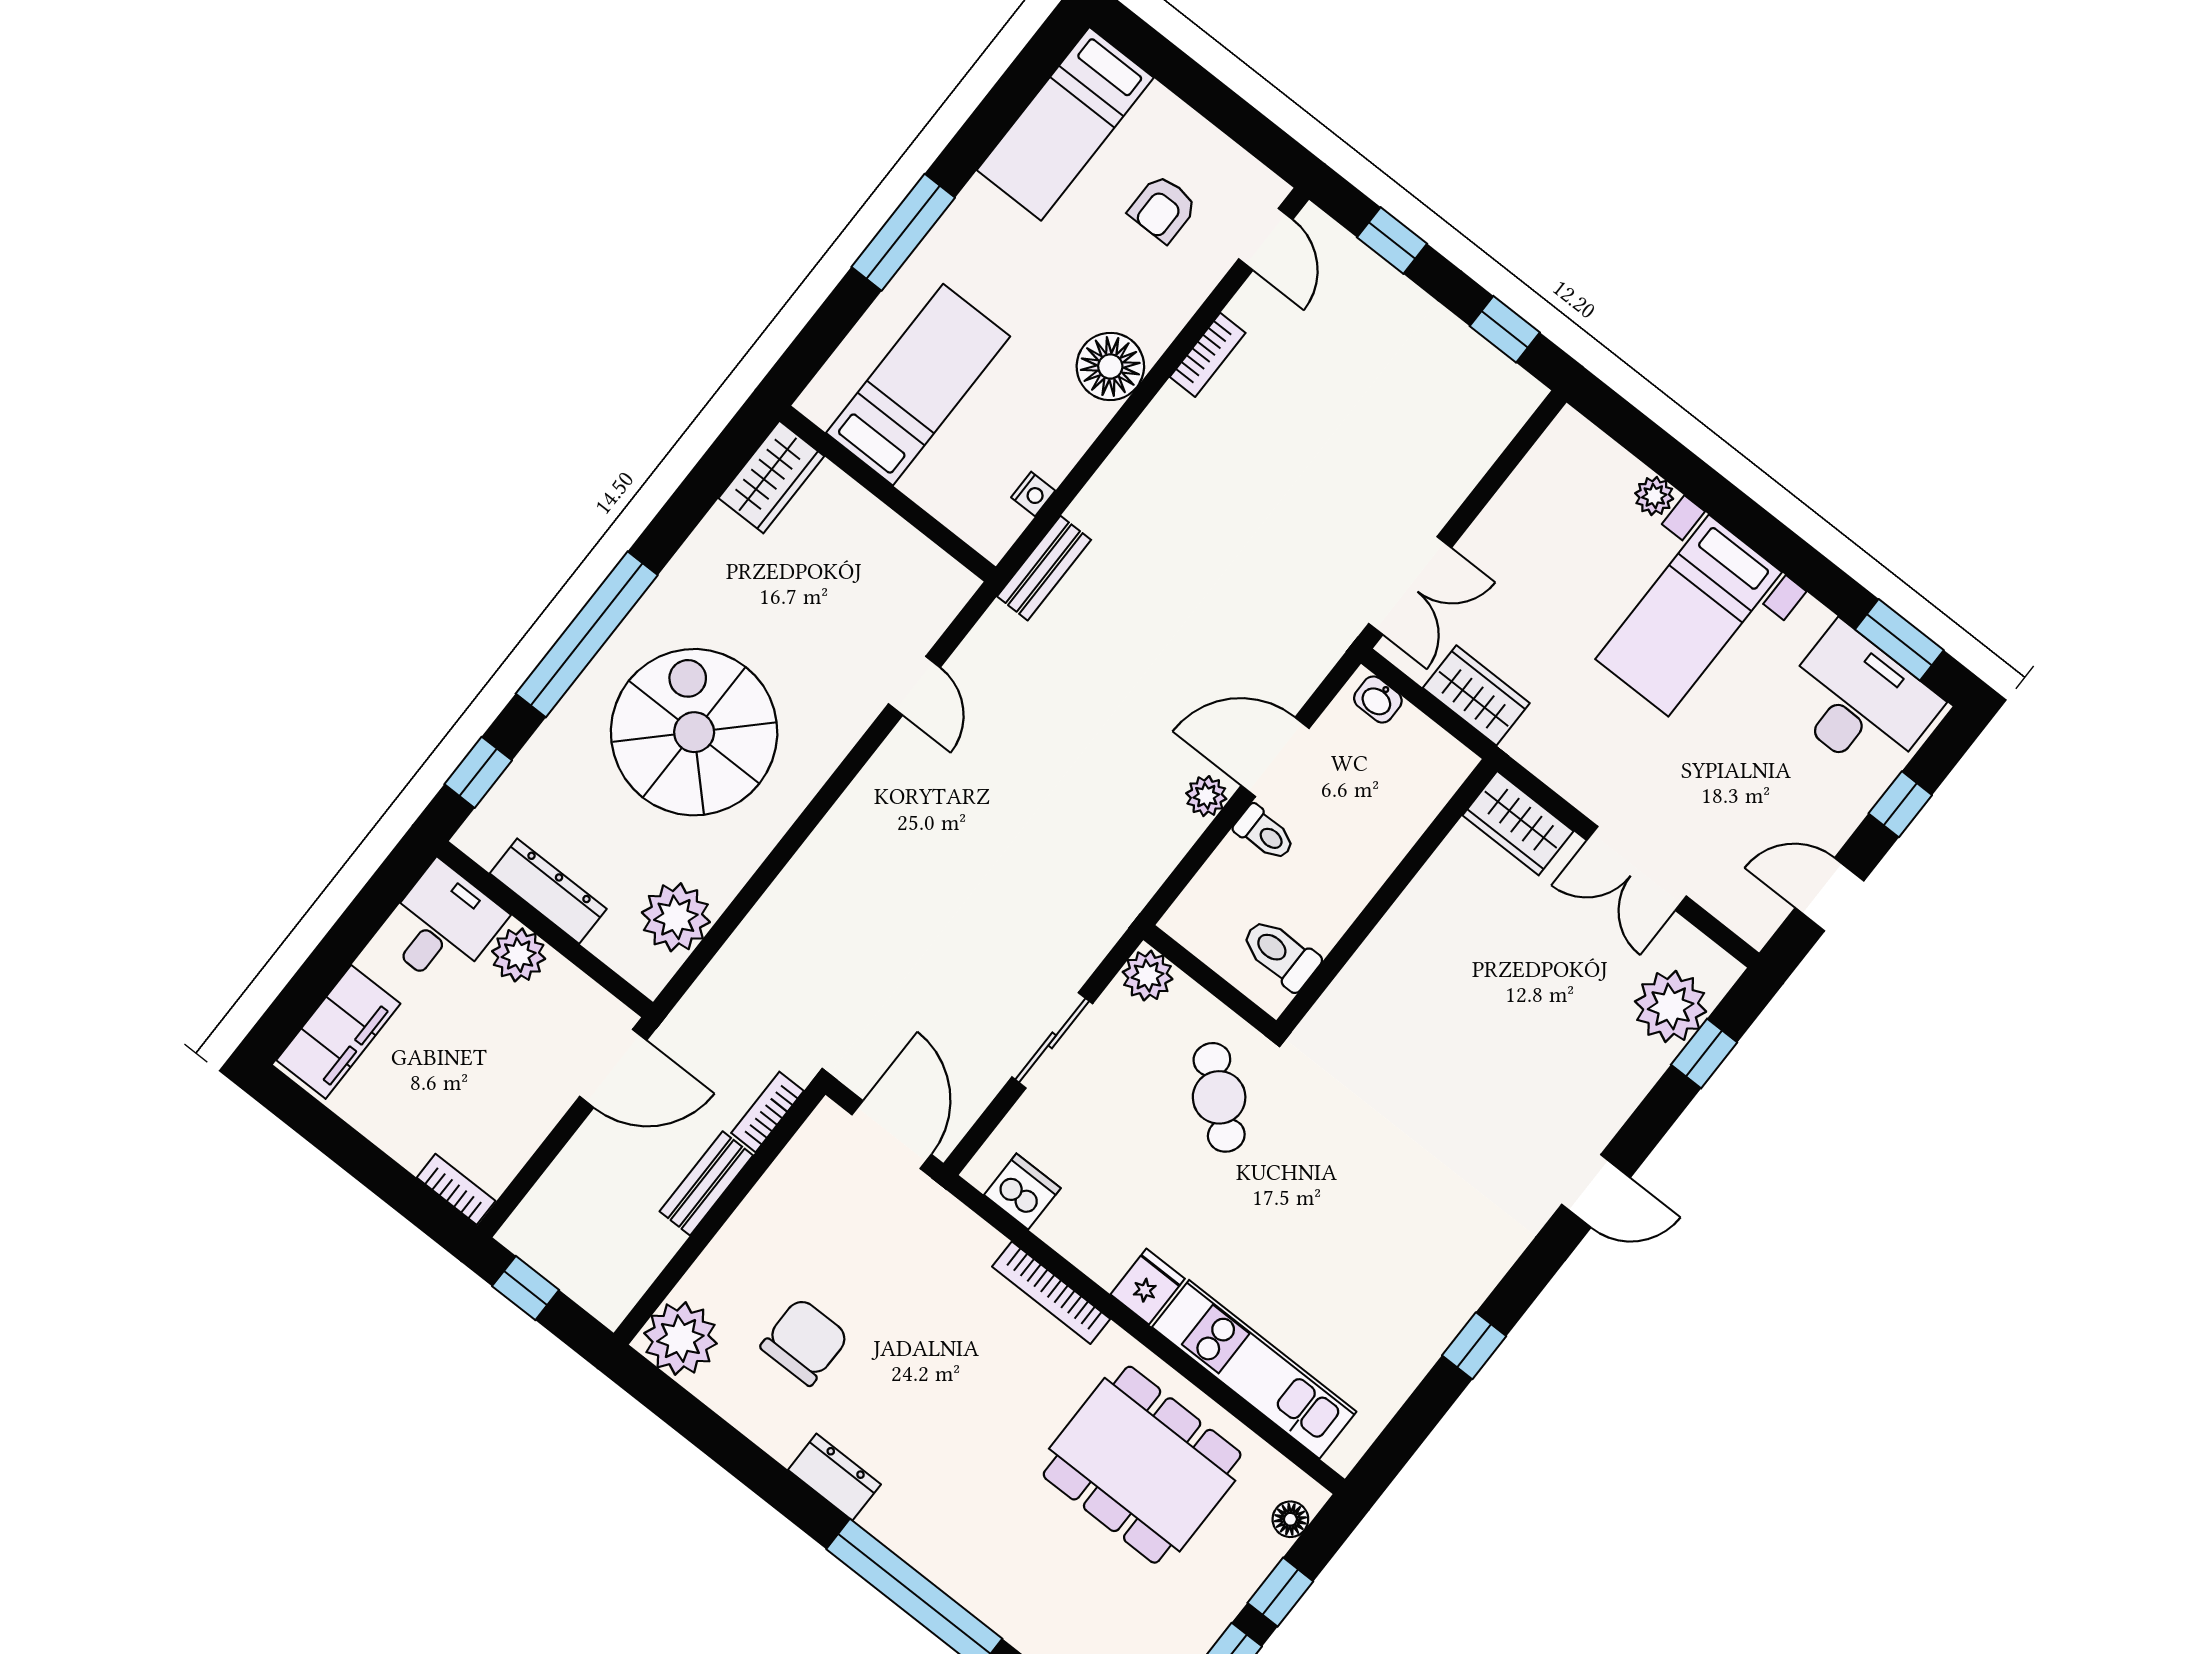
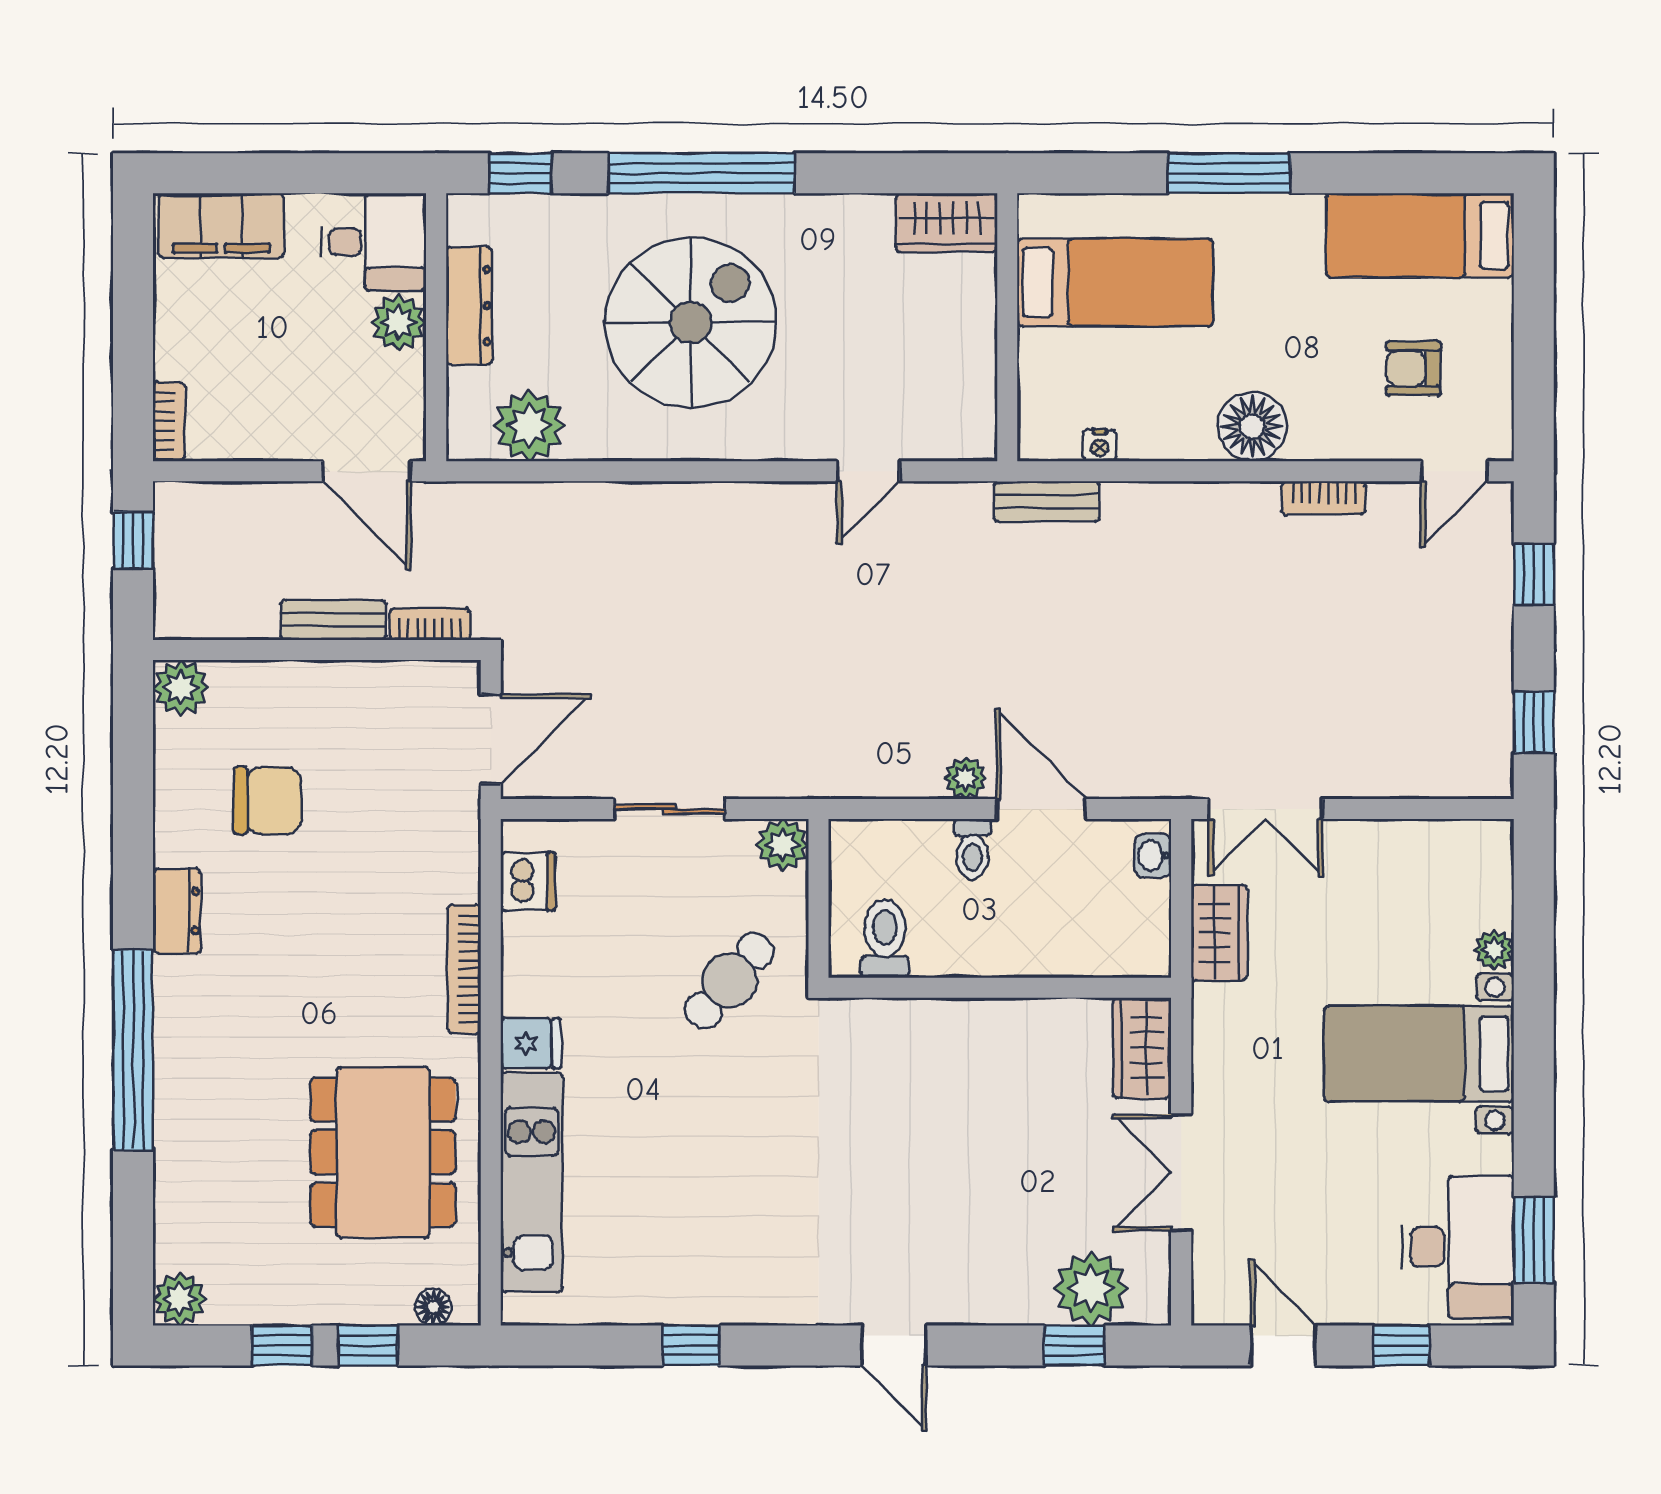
plant: (680, 1338) -> (181, 688), width x0.73, depth x0.73

